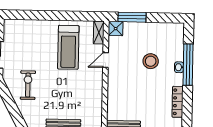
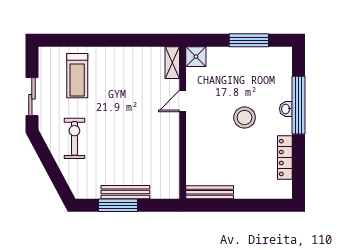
window: (132, 17) -> (249, 40), moved
treadmill: (68, 47) -> (77, 76), moved, width x0.73, depth x0.73
stool: (151, 61) -> (245, 118), moved

